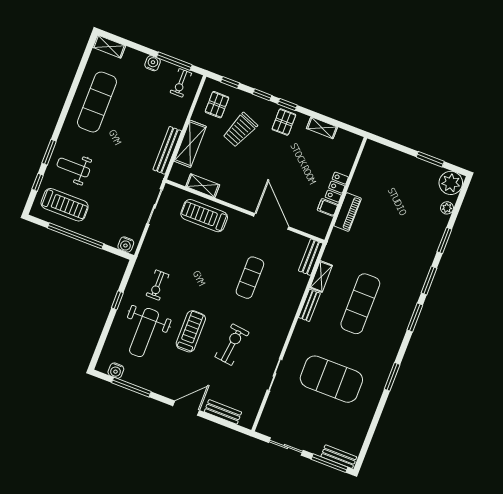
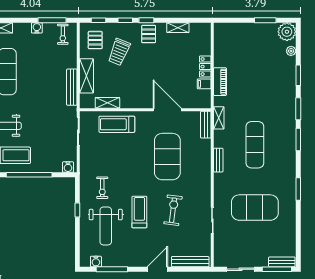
shelving: (321, 277) -> (219, 118), moved
exercise mat: (250, 278) -> (167, 157), width x2.00, depth x1.45
bench: (223, 412) -> (190, 262), width x1.36

